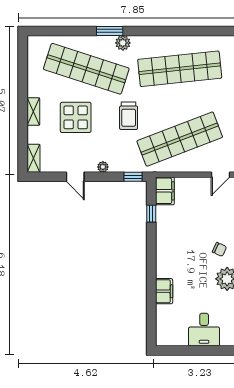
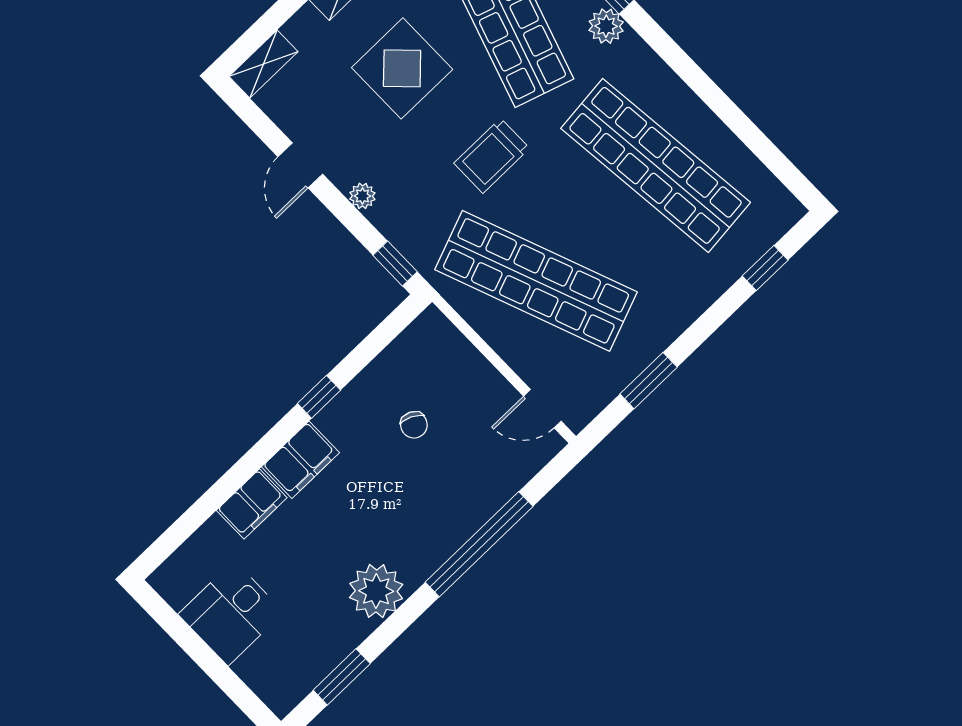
filing cabinet: (165, 191) -> (300, 460), moved
window: (151, 214) -> (319, 397), moved
chair: (219, 249) -> (414, 425), moved
desk: (204, 330) -> (231, 613), moved

